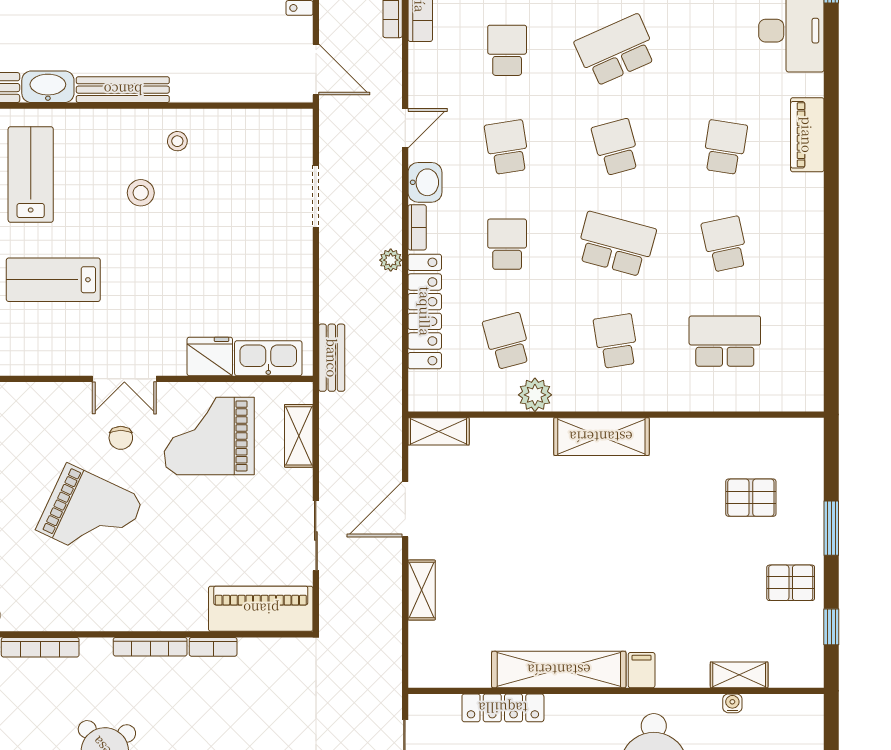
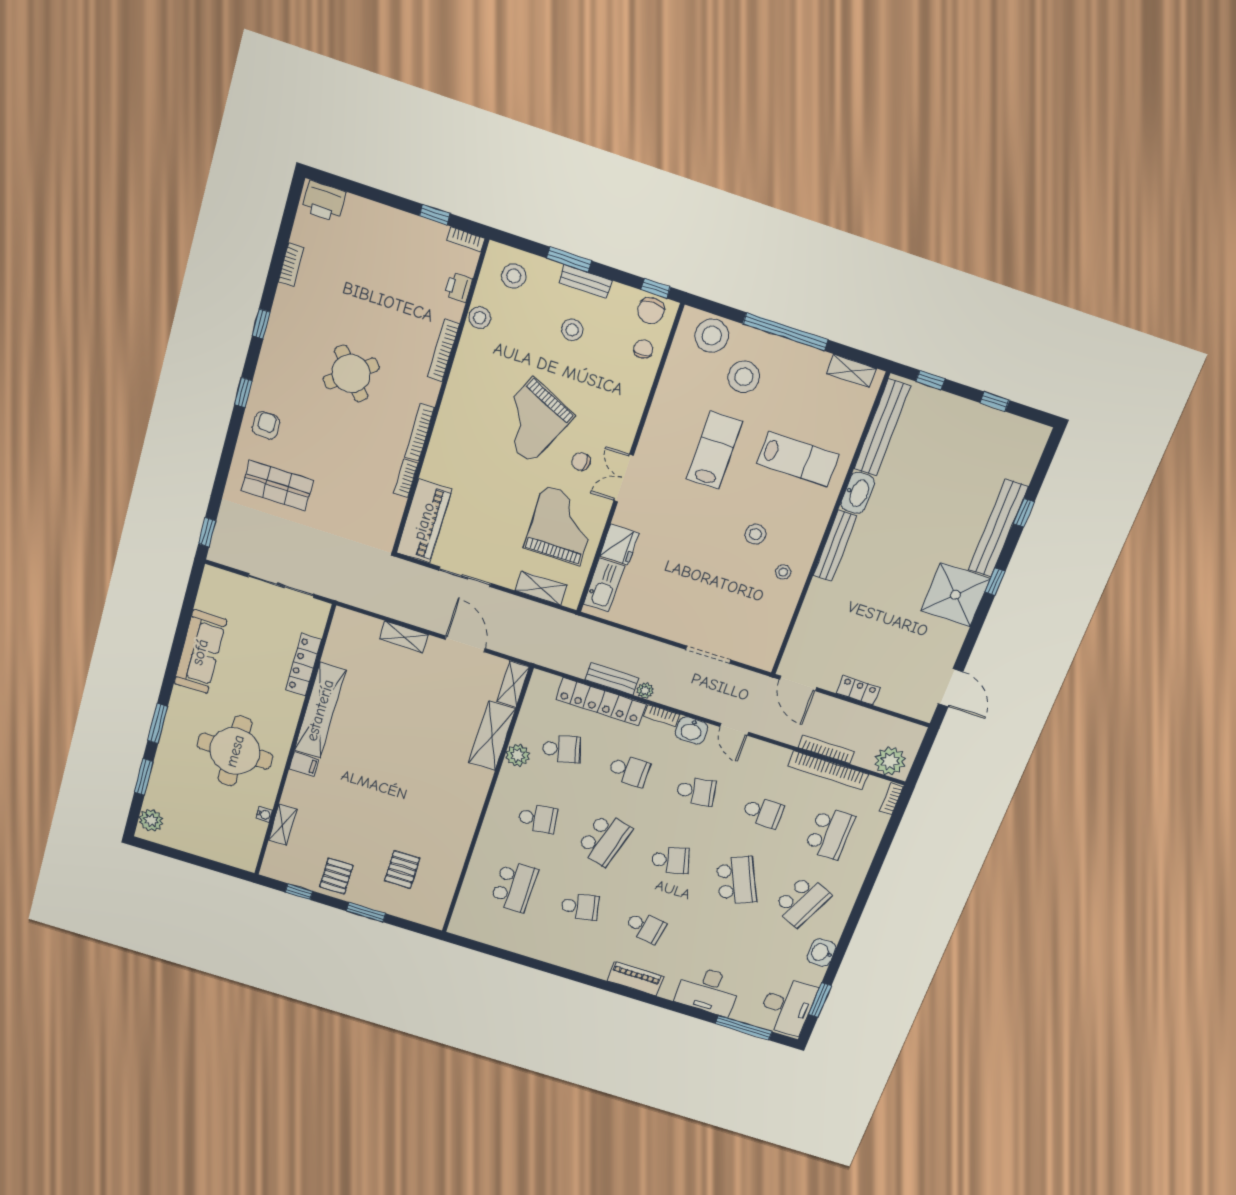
door: (316, 70) -> (798, 683), hinge flipped
bench: (332, 358) -> (612, 679), moved
shelving: (601, 437) -> (492, 736), moved

